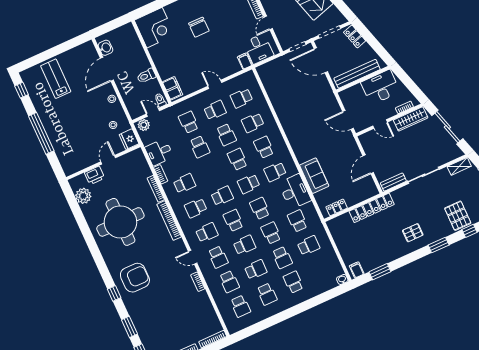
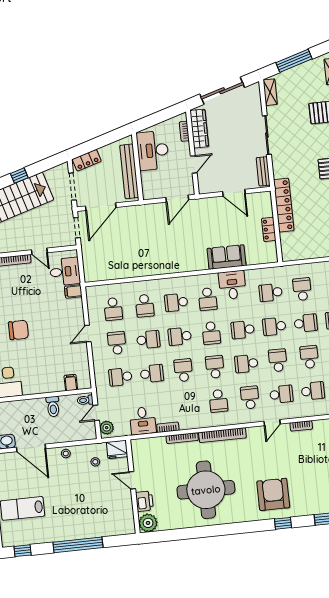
filing cabinet: (173, 88) -> (71, 383), width x0.50
school desk: (185, 183) -> (183, 370), moved
desk: (295, 192) -> (232, 285), width x0.73
plant: (83, 196) -> (148, 523), moved
locker: (337, 207) -> (269, 229), moved

